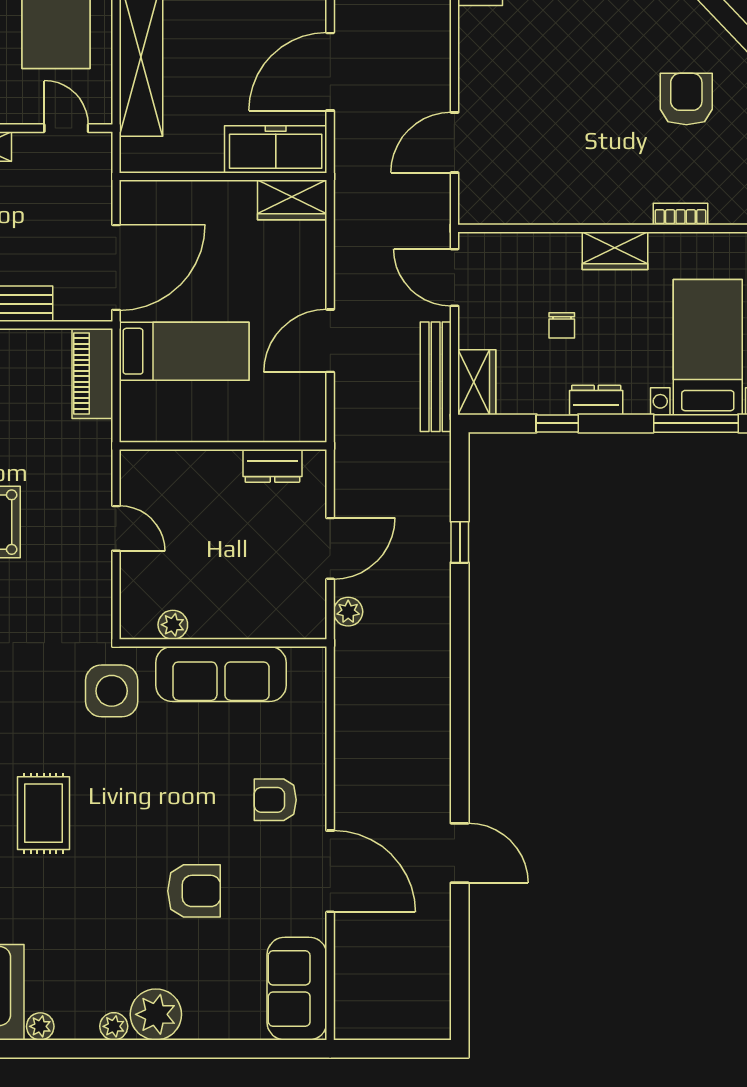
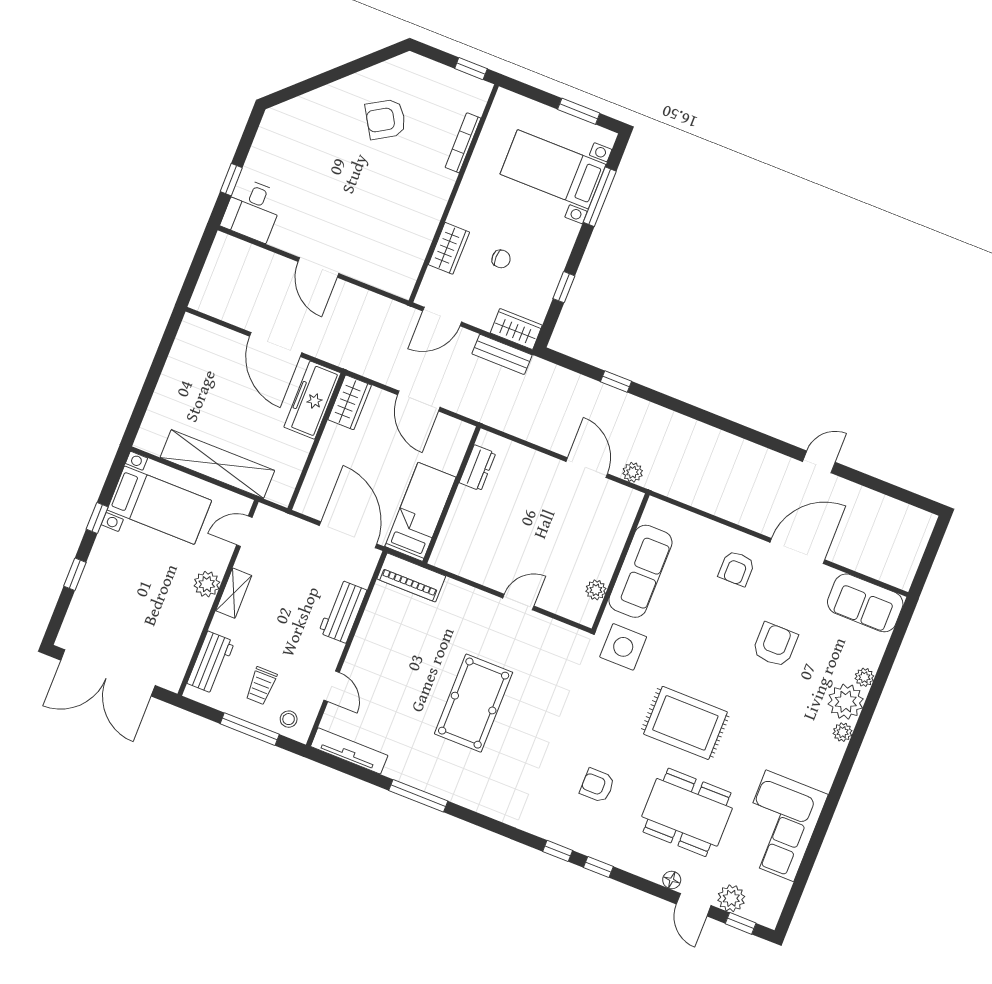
armchair: (686, 99) -> (386, 119), turned -31
door: (454, 143) -> (318, 268), moved
bookcase: (680, 214) -> (463, 143), width x1.56
wardrobe: (615, 251) -> (449, 248), moved
door: (330, 341) -> (419, 401), moved
bench: (436, 377) -> (502, 354), width x0.73
dresser: (596, 400) -> (559, 256), removed
wall: (223, 446) -> (452, 495), moved
dresser: (272, 466) -> (477, 468), moved
rug: (44, 813) -> (685, 723), width x1.36, depth x1.43
door: (460, 853) -> (819, 462), width x0.73
plant: (40, 1026) -> (864, 677), moved

